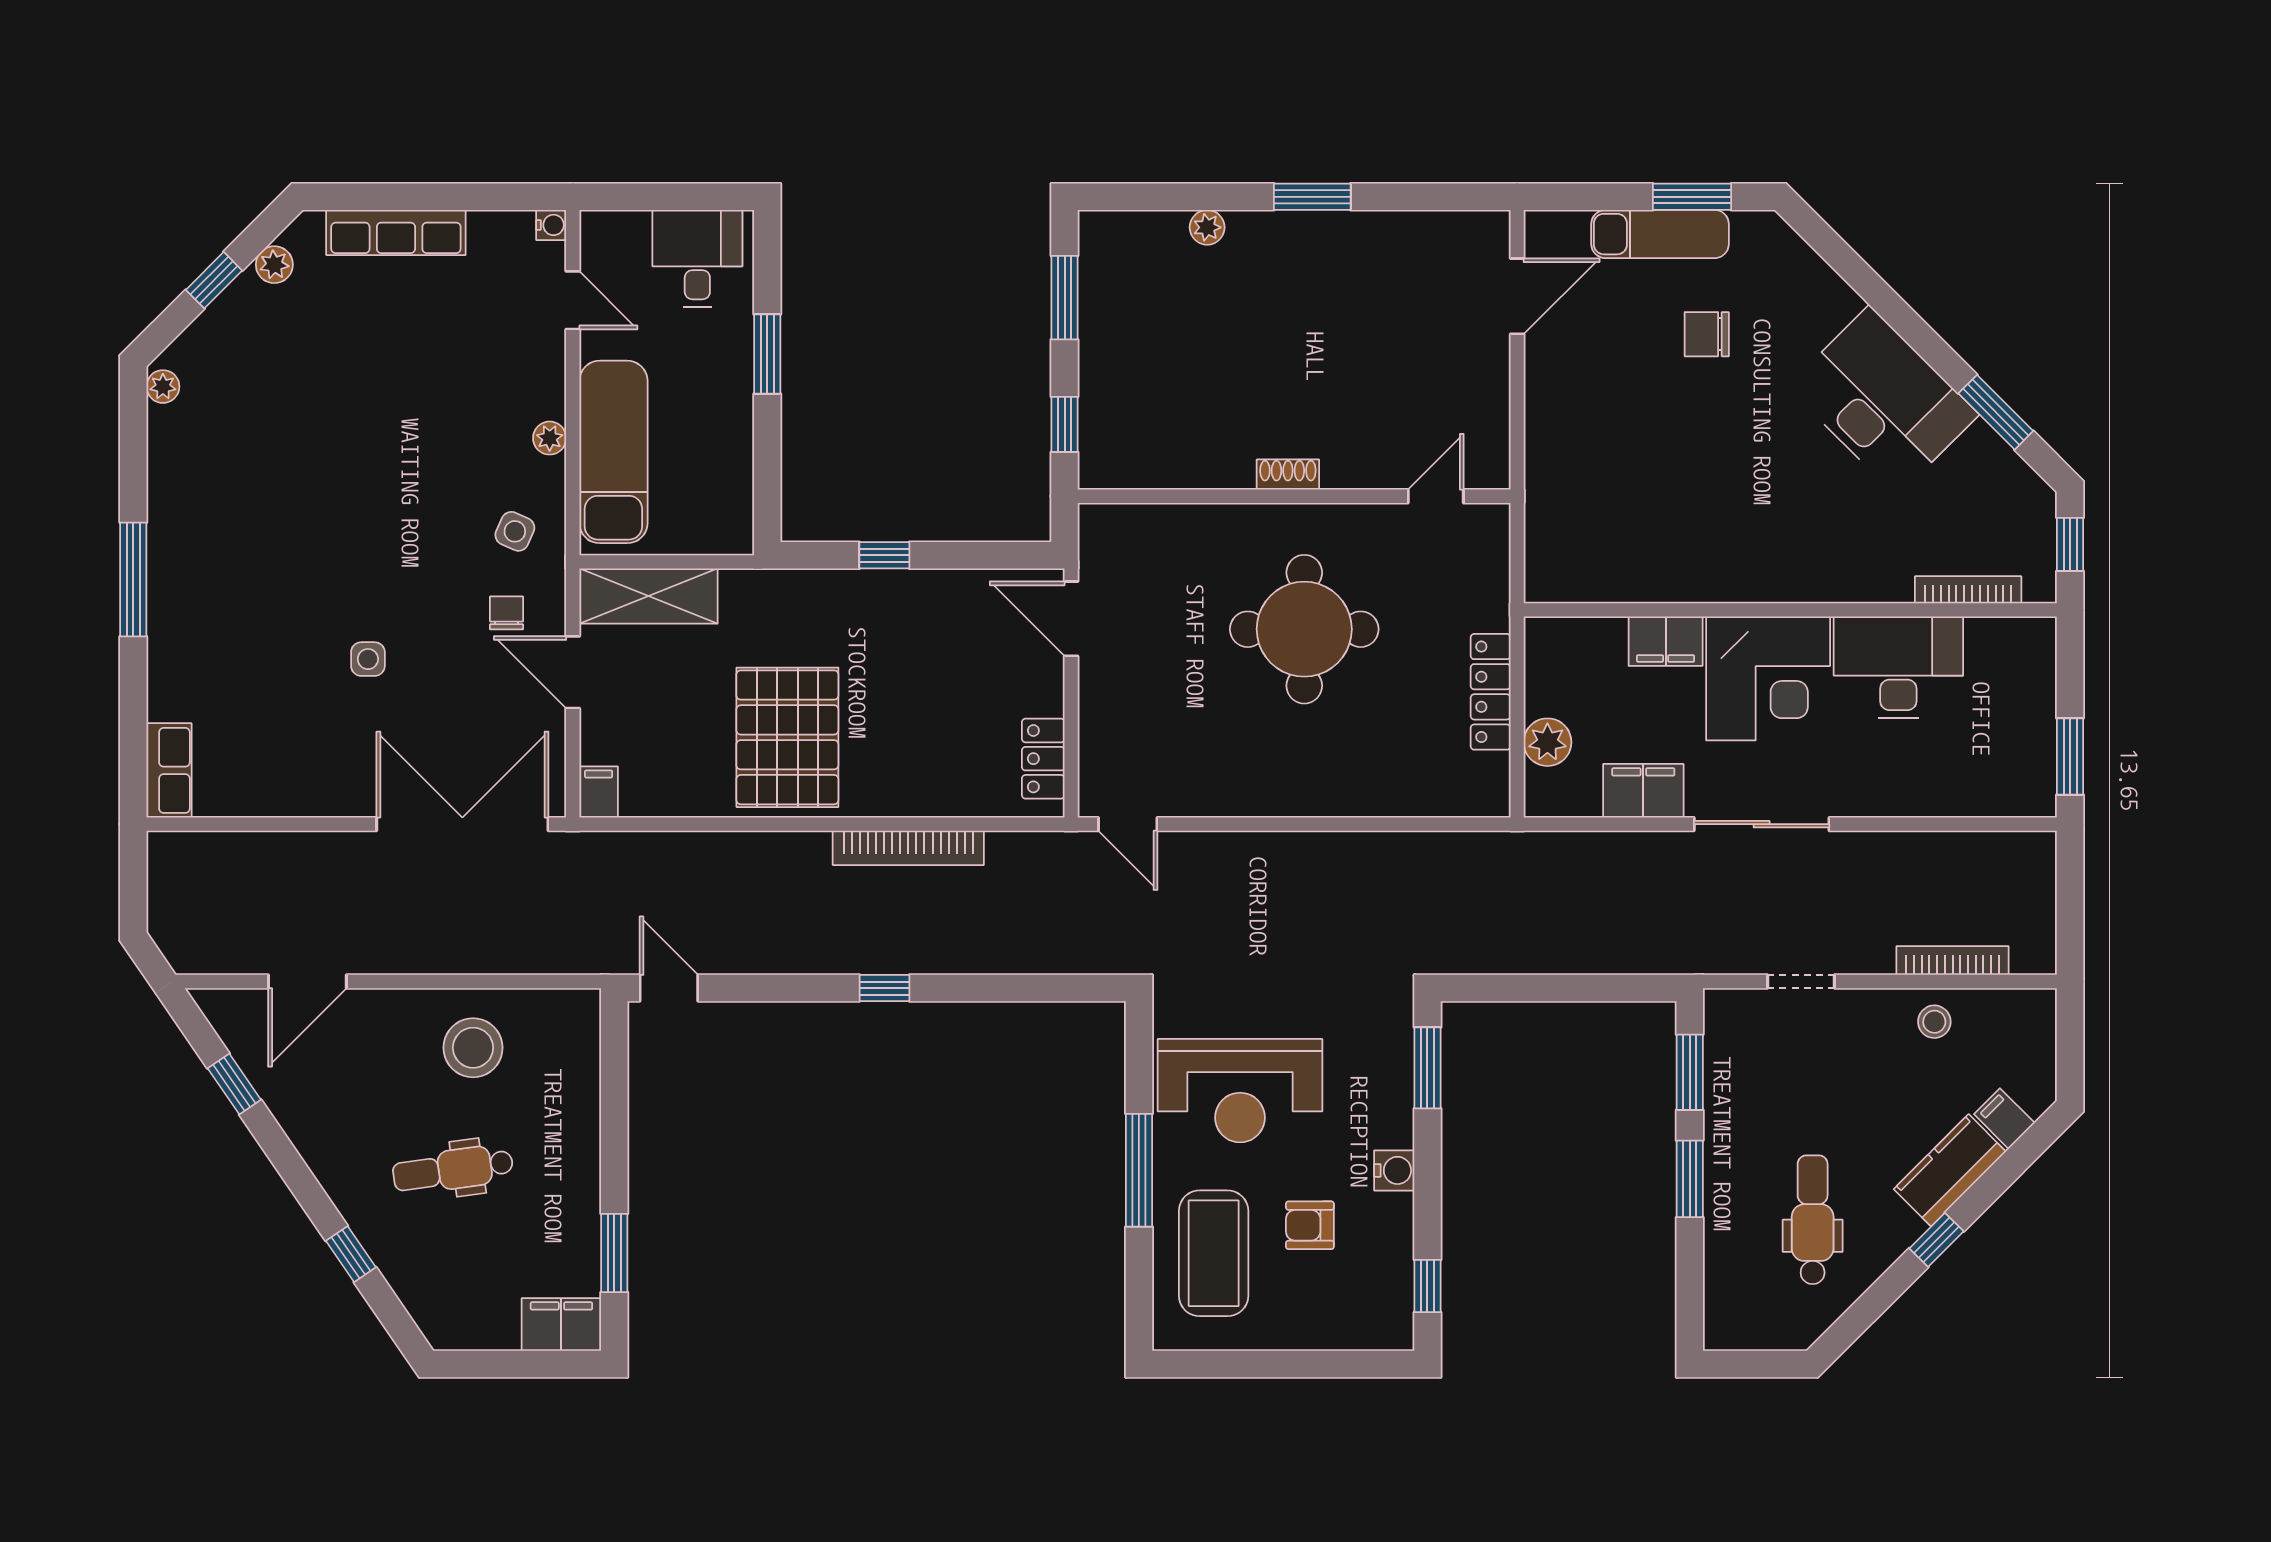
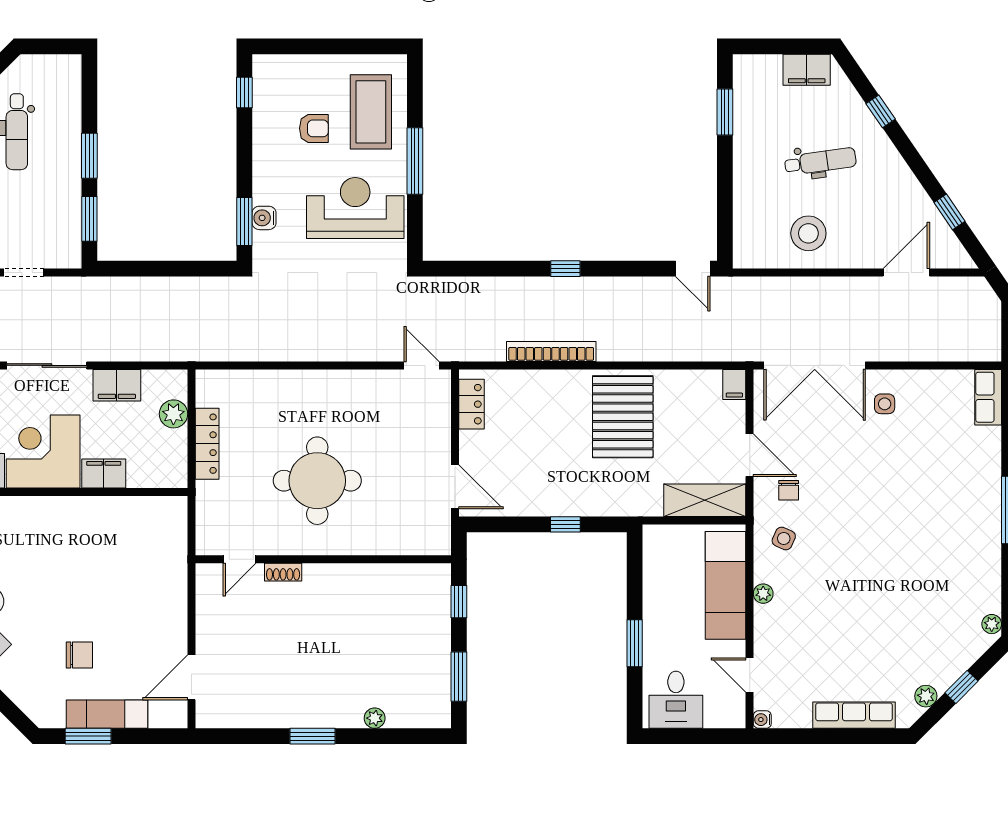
shoe rack: (1288, 475) -> (283, 572), moved
side table: (368, 659) -> (885, 404), moved
water cooler: (1394, 1170) -> (264, 218), moved
filing cabinet: (561, 1324) -> (807, 70), moved

